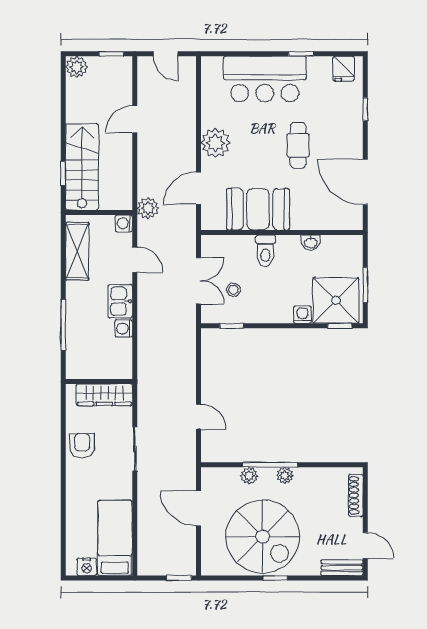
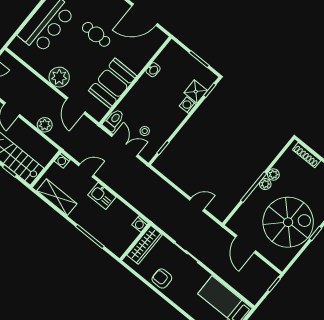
plant: (148, 208) -> (45, 125), moved
toilet: (265, 251) -> (114, 120), moved, turned -90
shower: (336, 300) -> (196, 92), width x0.54, depth x0.54
washing machine: (124, 328) -> (140, 224), moved
plant: (249, 476) -> (273, 174), moved
door: (198, 508) -> (245, 244), hinge flipped

